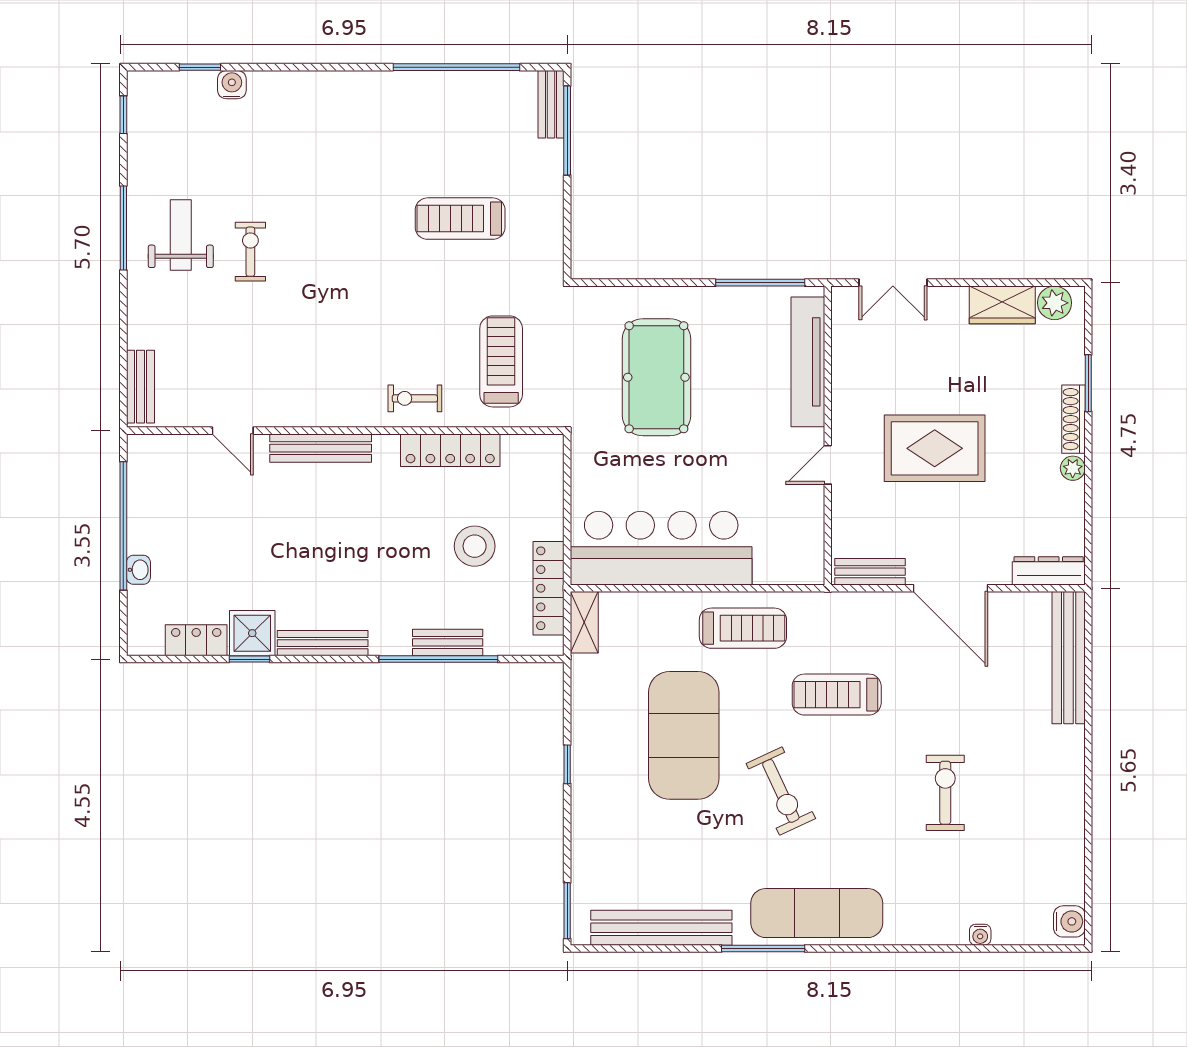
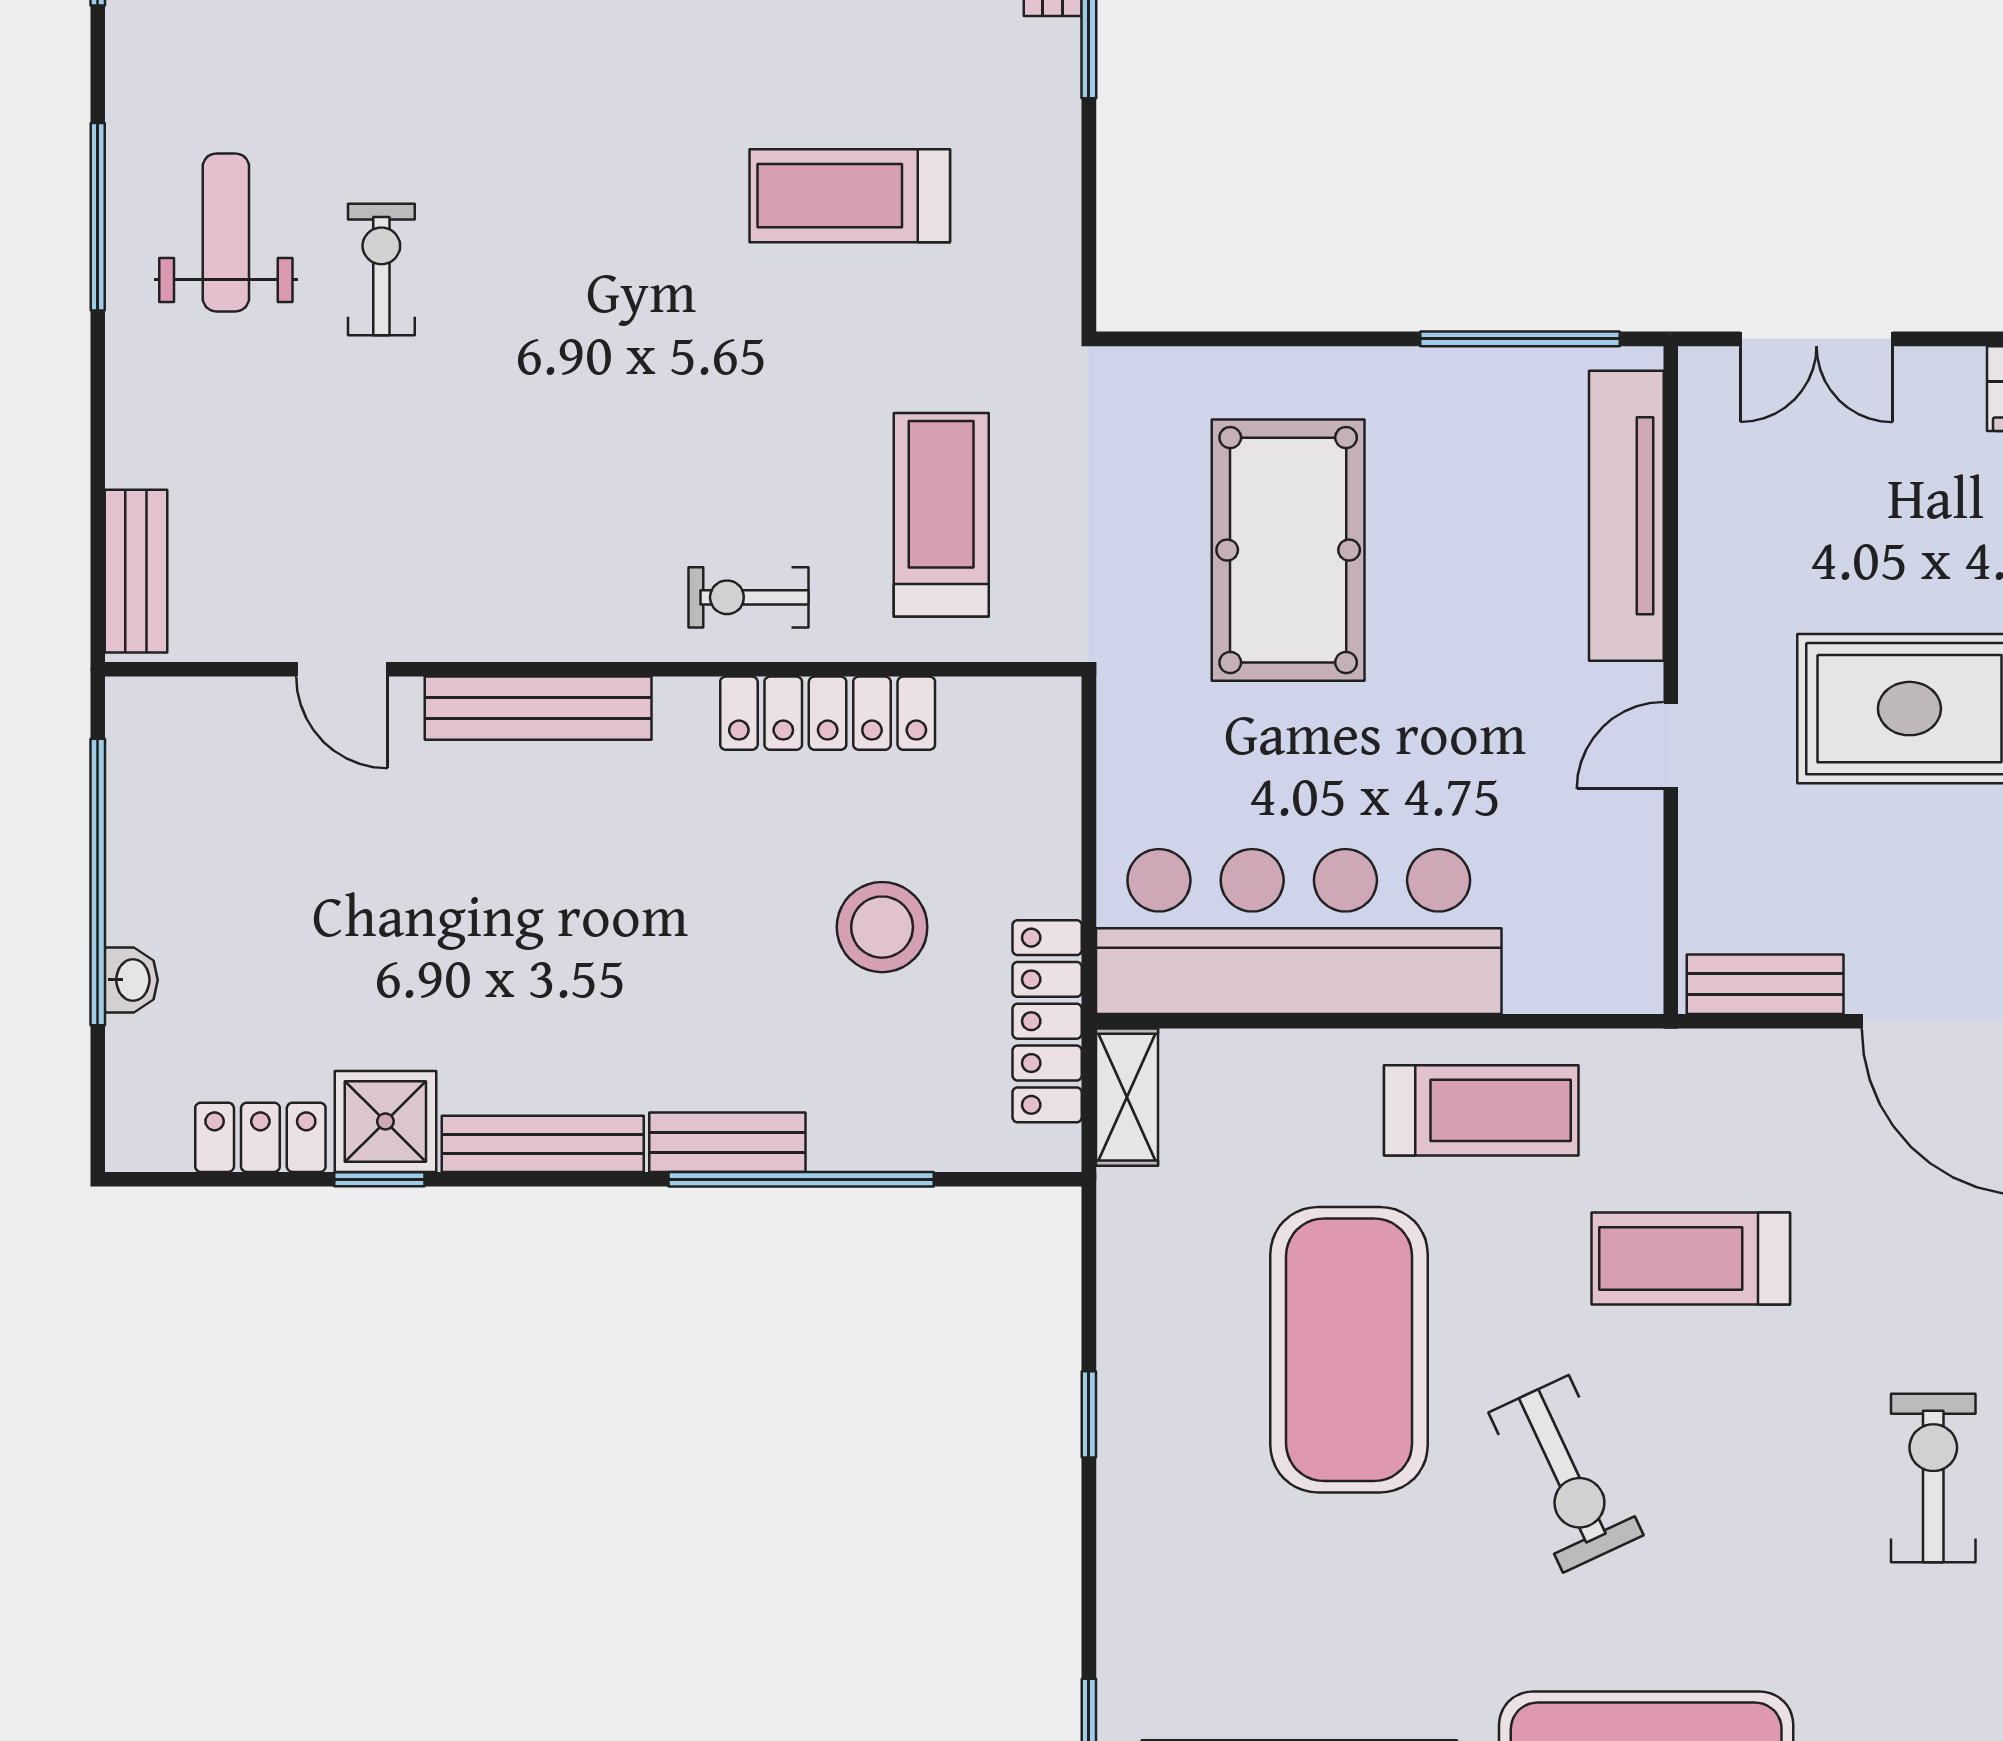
bench: (448, 642) -> (727, 1142), moved

